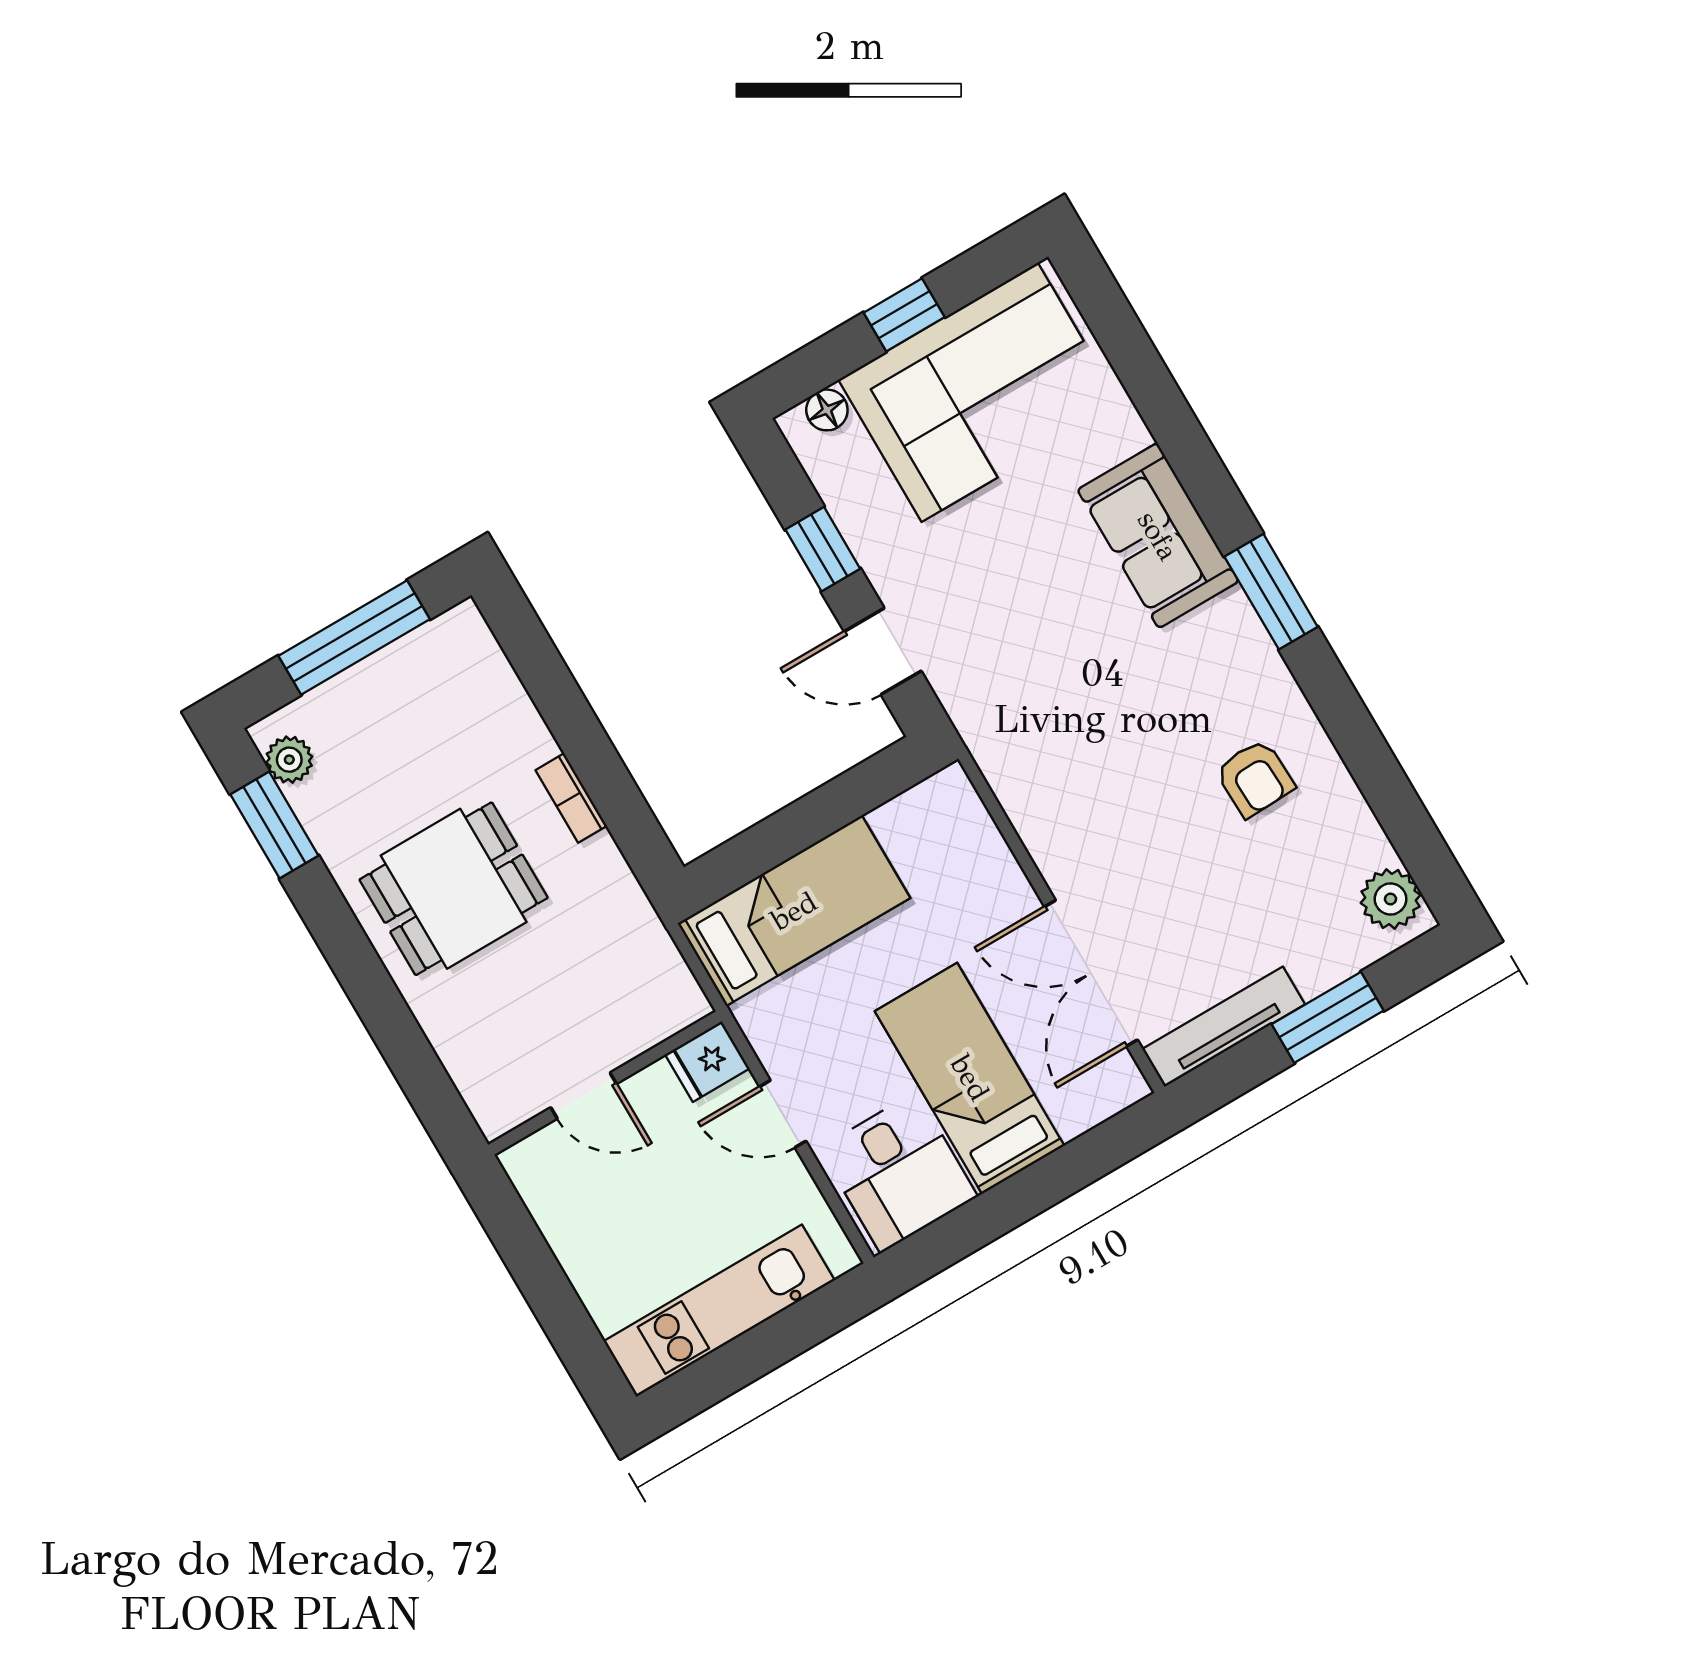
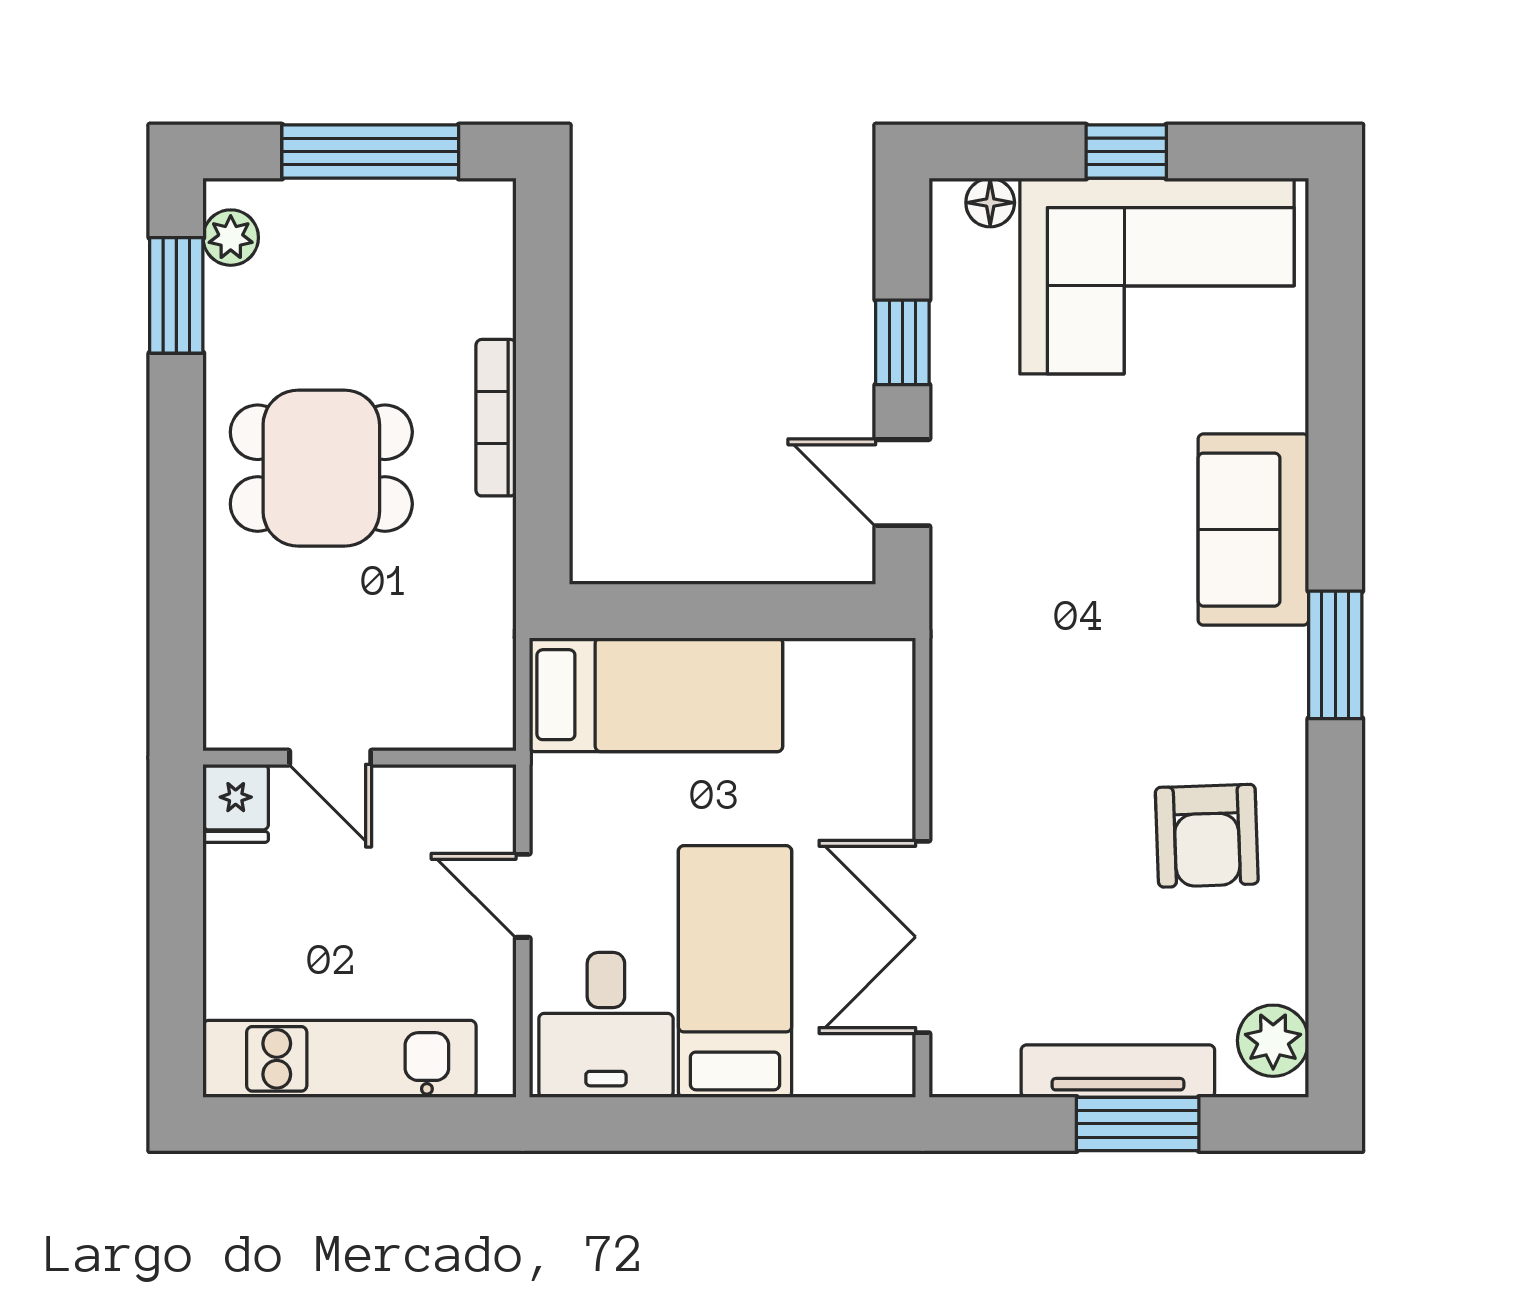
armchair: (1255, 778) -> (1207, 836), width x1.38, depth x1.38
bookcase: (571, 798) -> (496, 418), width x1.56
tv unit: (1224, 1027) -> (1118, 1071), moved
fridge: (707, 1062) -> (236, 803), moved, turned -90

